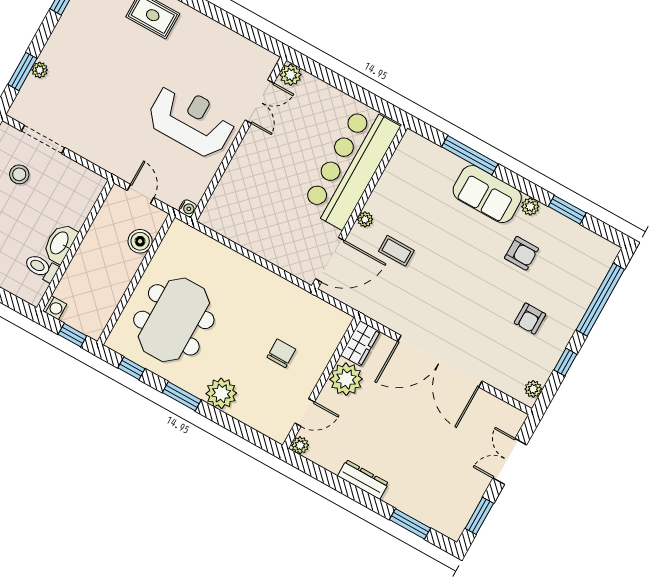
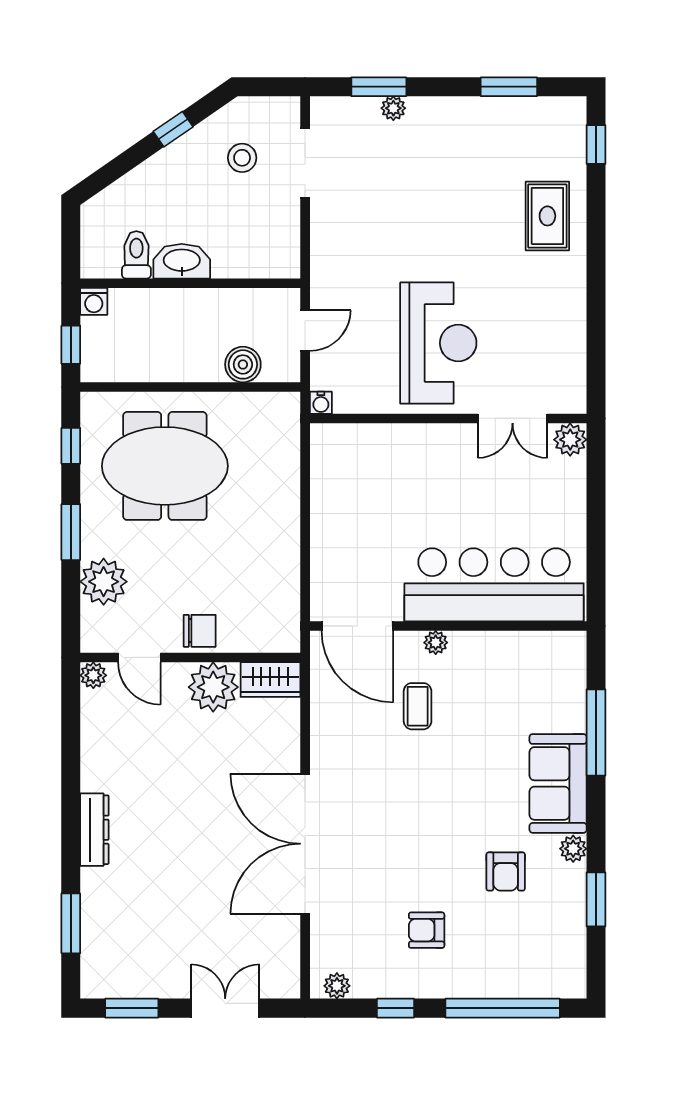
wardrobe: (360, 343) -> (270, 680), moved
plant: (346, 379) -> (213, 687), moved
wall: (321, 383) -> (190, 657), moved
door: (305, 413) -> (139, 657), moved
plant: (300, 445) -> (93, 675), moved

